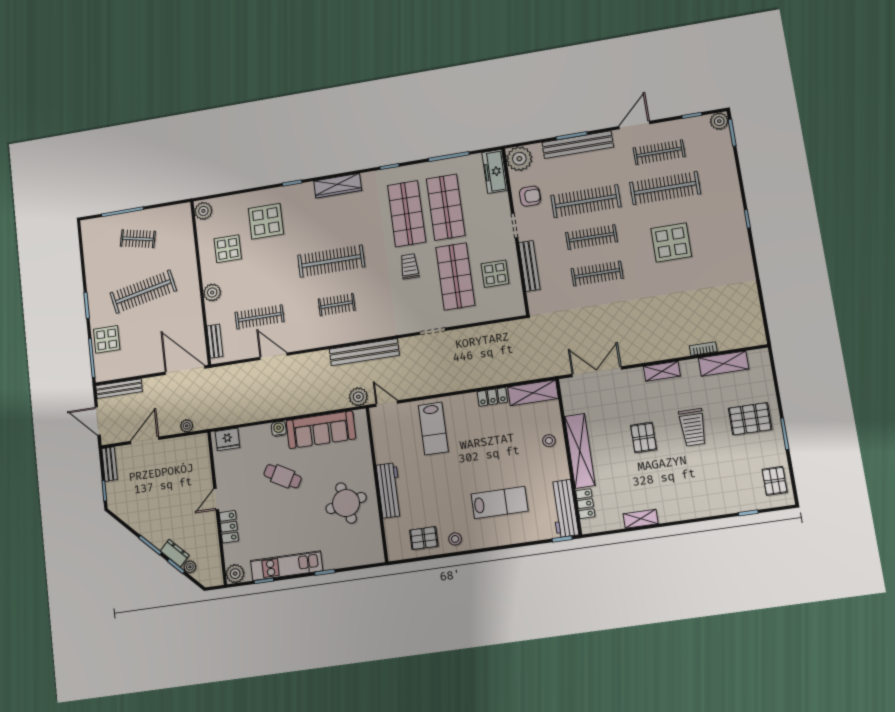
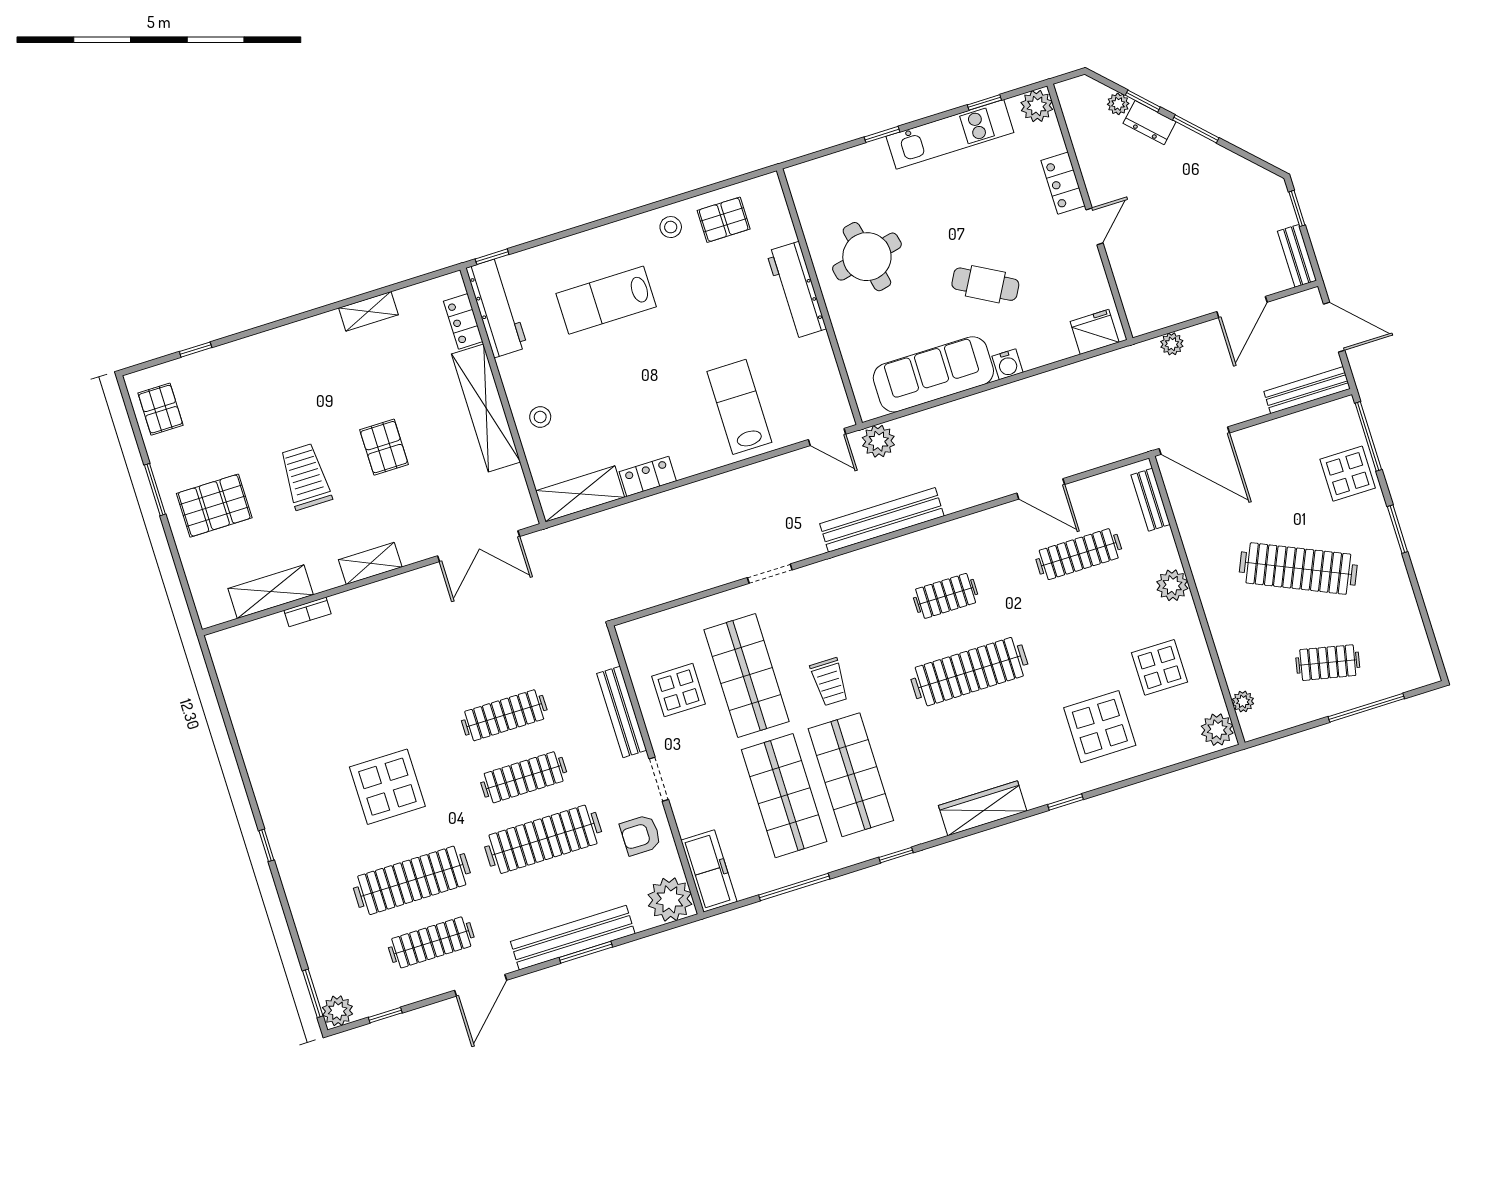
plant: (187, 224) -> (1243, 701), added
clothes rail: (143, 292) -> (1298, 569), turned 36

